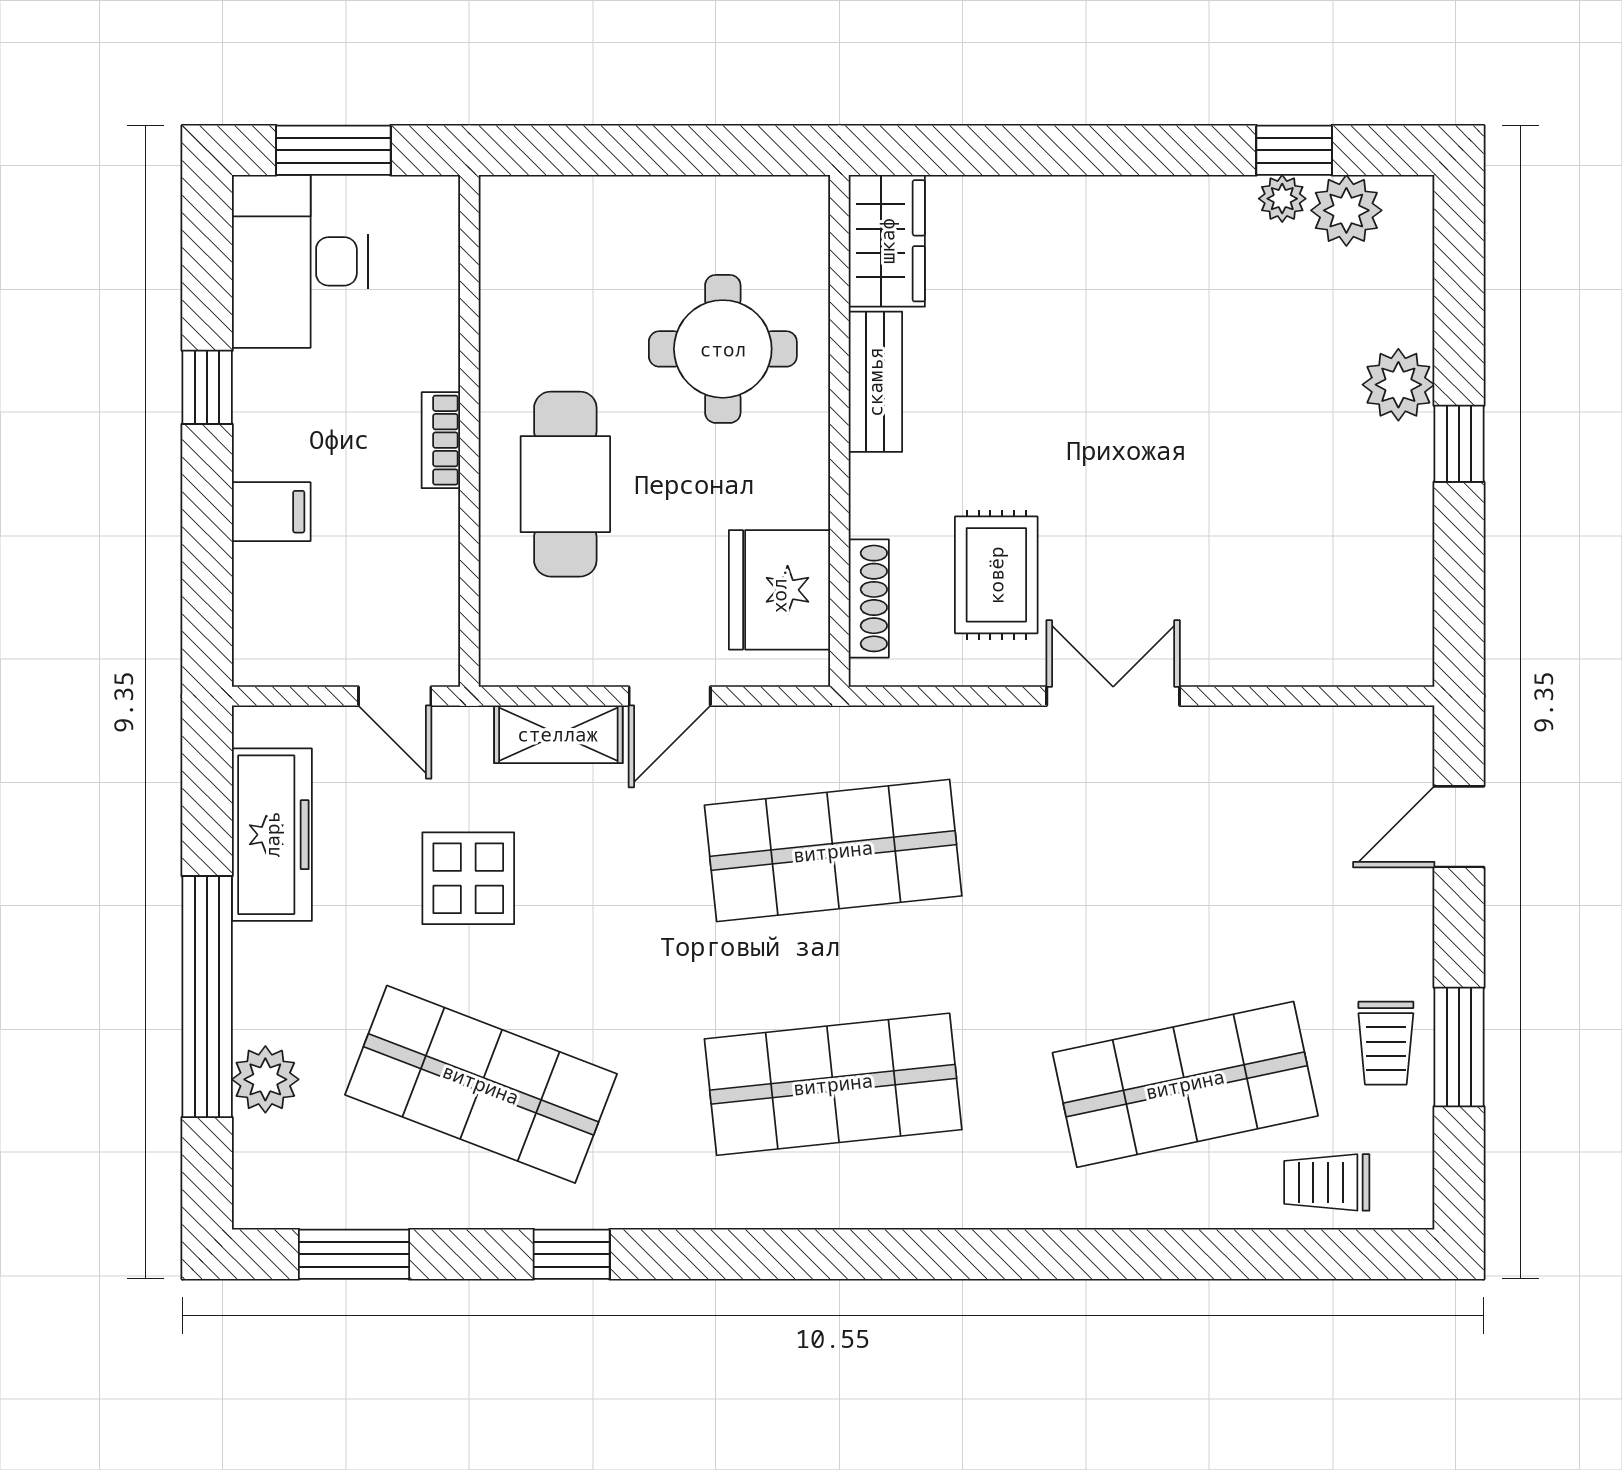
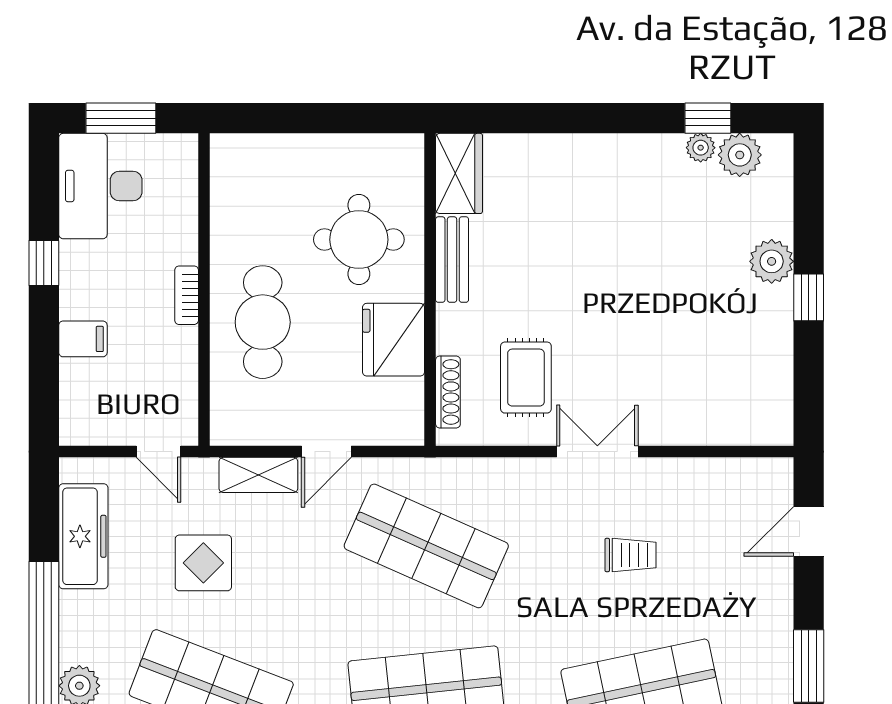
fridge: (779, 590) -> (393, 340), moved
shop shelf: (833, 851) -> (426, 546), turned 30
trolley: (1386, 1043) -> (631, 555), moved, turned -90

